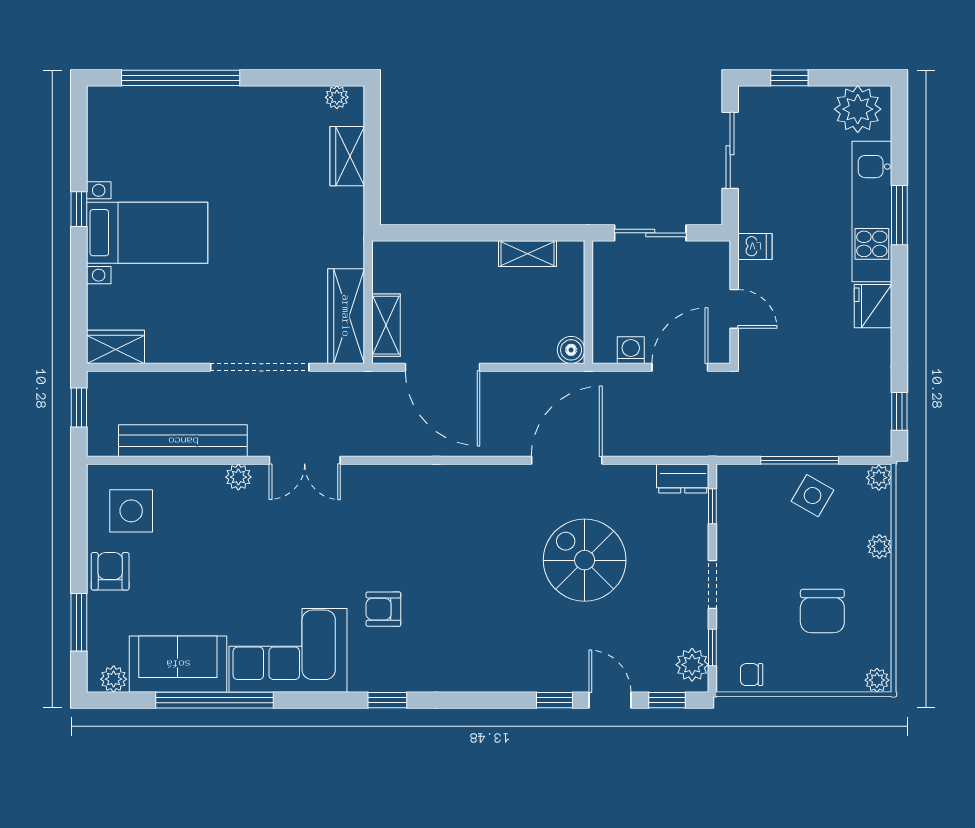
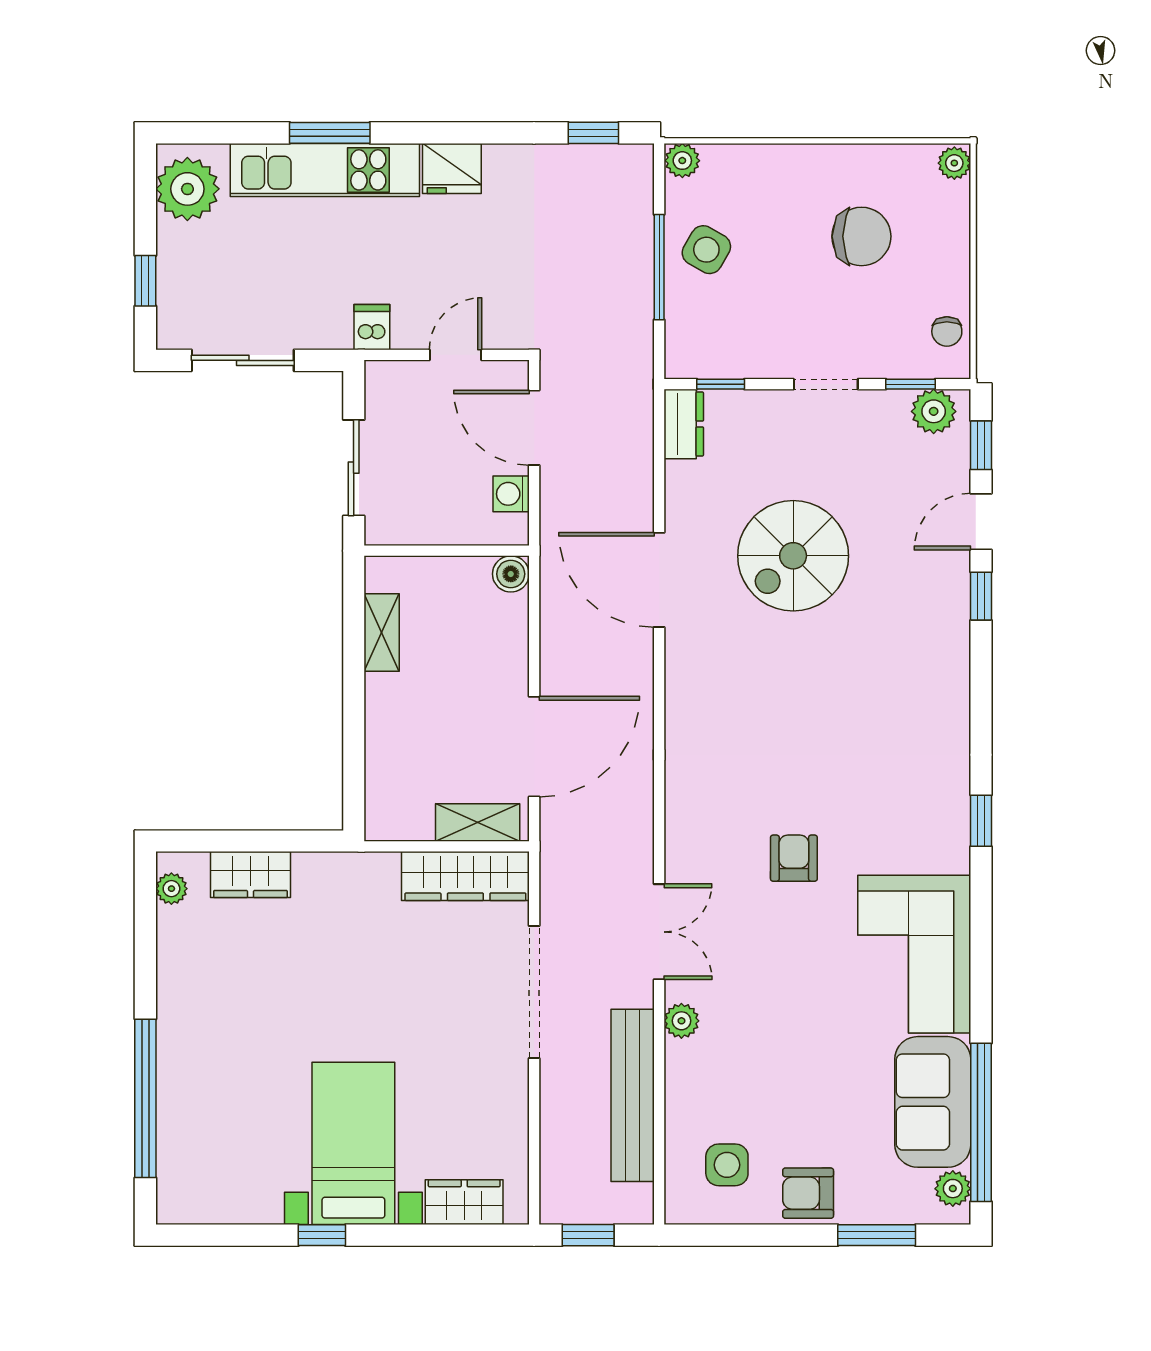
wardrobe: (115, 347) -> (464, 1202), moved, turned 90
side table: (131, 511) -> (727, 1165), width x0.73, depth x0.73
plant: (879, 546) -> (775, 160), removed
armchair: (383, 609) -> (794, 858), moved, turned 180
window: (215, 700) -> (981, 1122), moved

